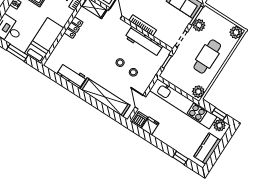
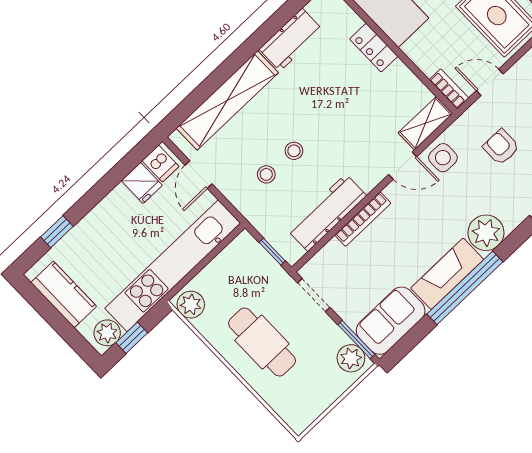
plant: (199, 25) -> (351, 358), moved
locker: (73, 28) -> (374, 48), moved
plant: (236, 33) -> (299, 417), removed
door: (140, 102) -> (198, 174), swing flipped

